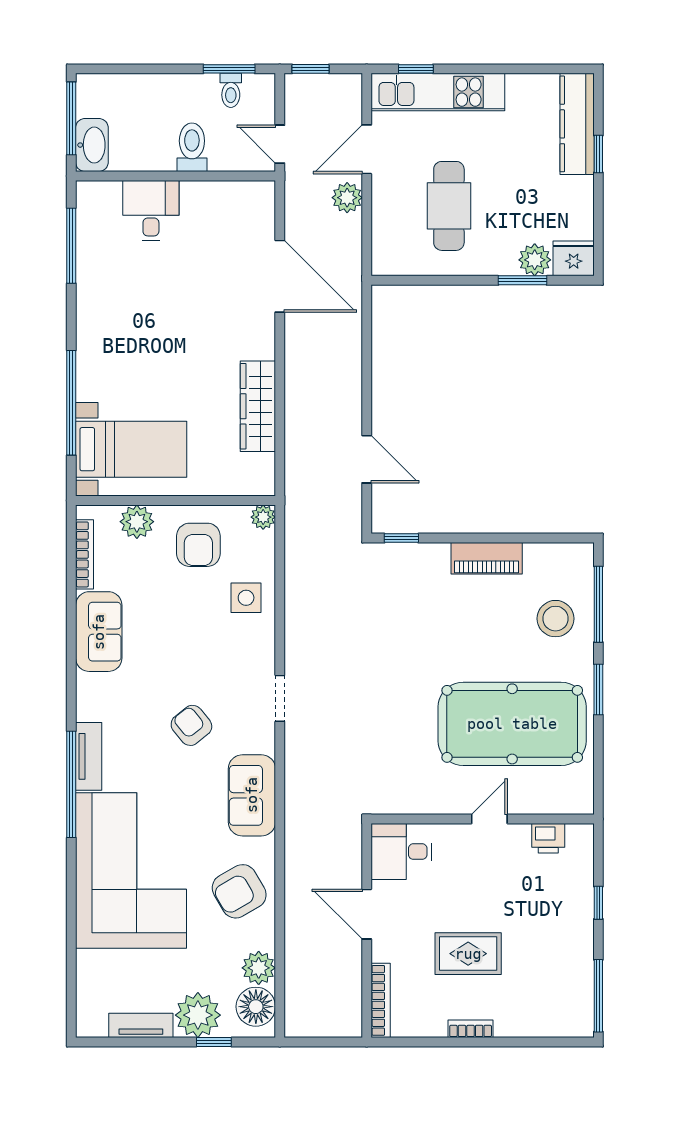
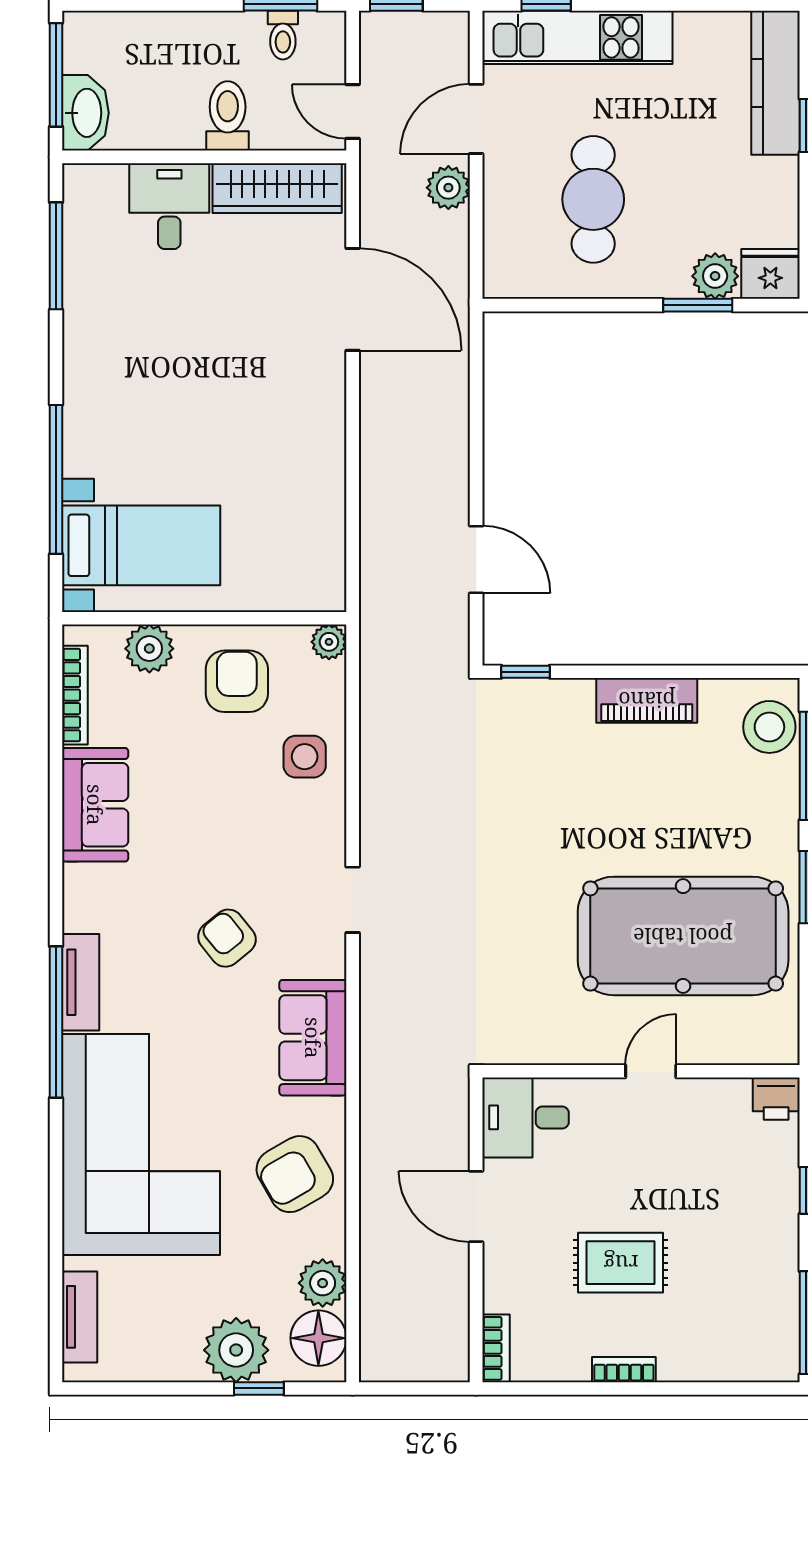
wardrobe: (258, 406) -> (277, 188), moved, turned -90
armchair: (198, 545) -> (237, 681), turned 180
stool: (556, 619) -> (769, 727), moved
printer: (548, 838) -> (776, 1099), moved
bookcase: (381, 1000) -> (496, 1348), width x0.64
tv unit: (141, 1025) -> (80, 1317), moved, turned 90

